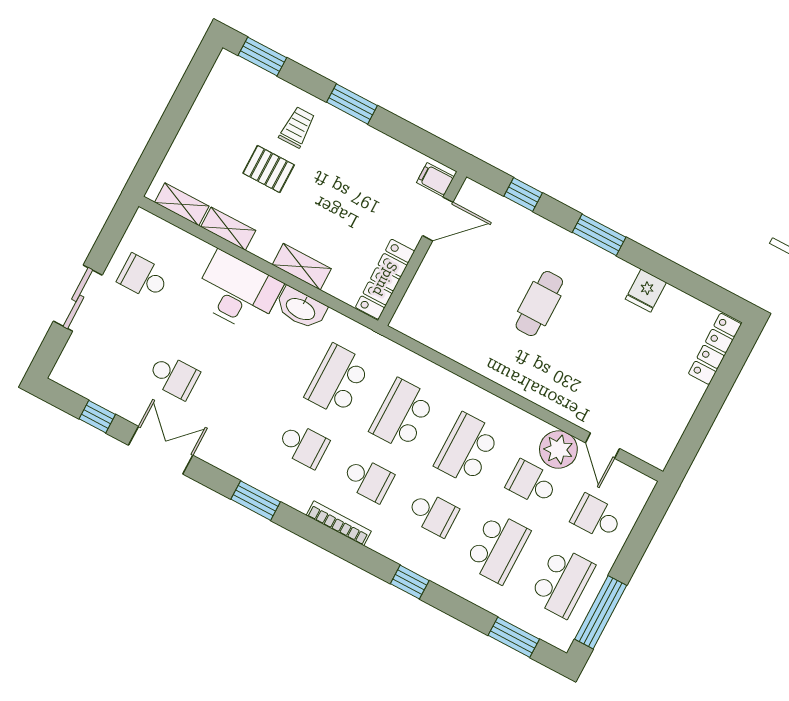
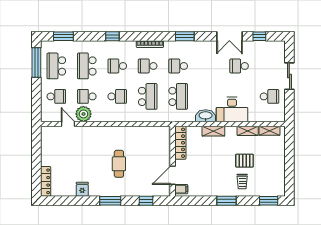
school desk: (467, 449) -> (117, 96), width x0.54
school desk: (532, 483) -> (87, 96), turned 180

